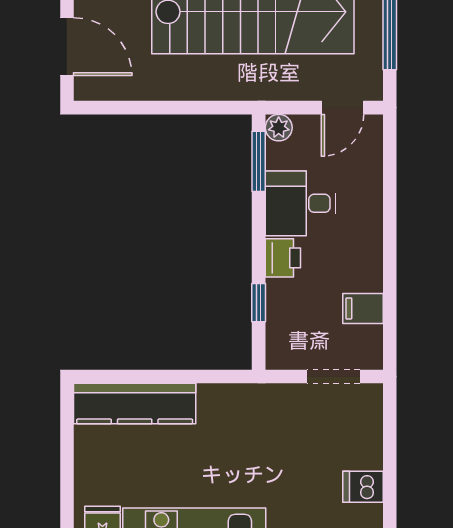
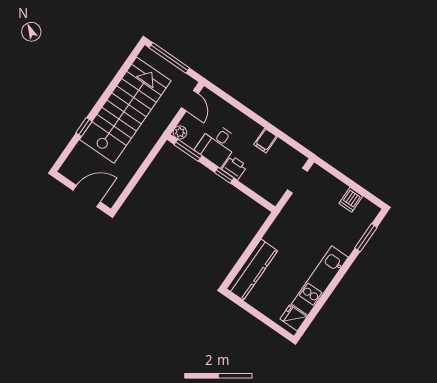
window: (259, 303) -> (224, 175), moved
filing cabinet: (363, 308) -> (265, 141), moved

